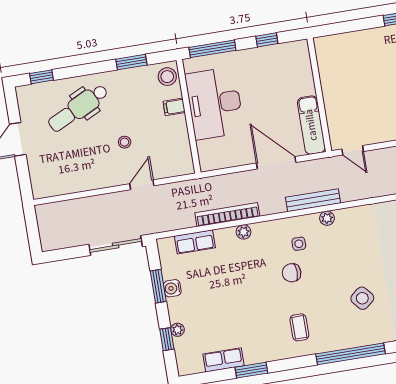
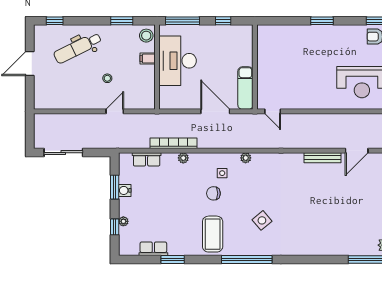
bench: (313, 200) -> (238, 143), removed
sliding door: (116, 245) -> (63, 153), moved
coffee table: (299, 327) -> (213, 234), width x1.86, depth x1.72

